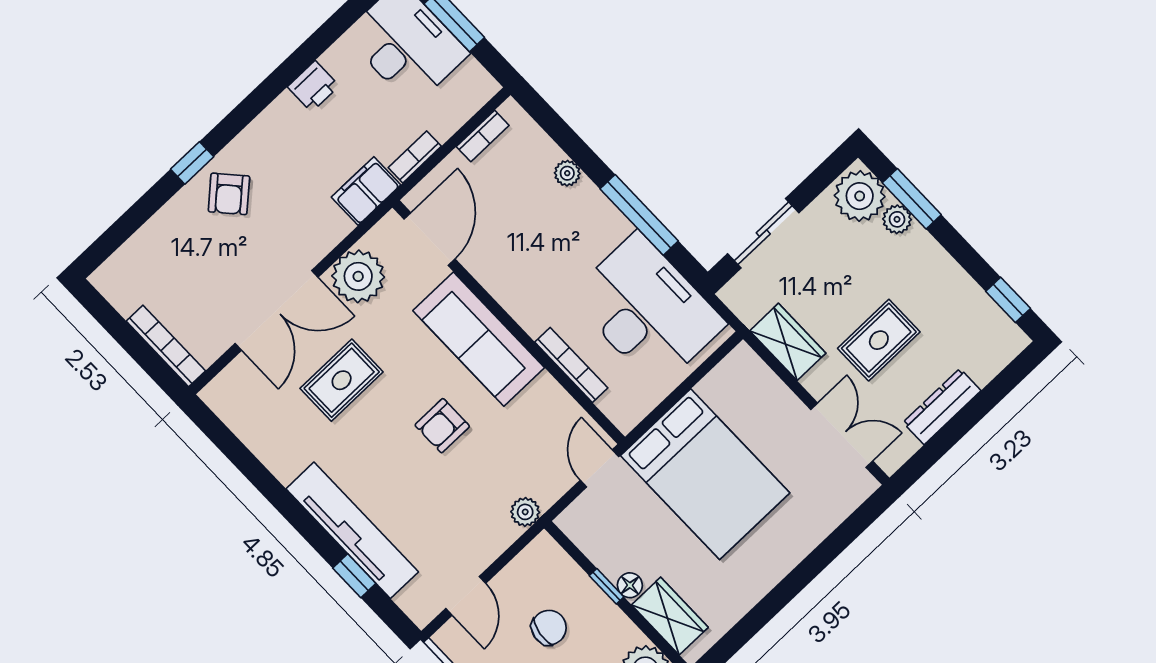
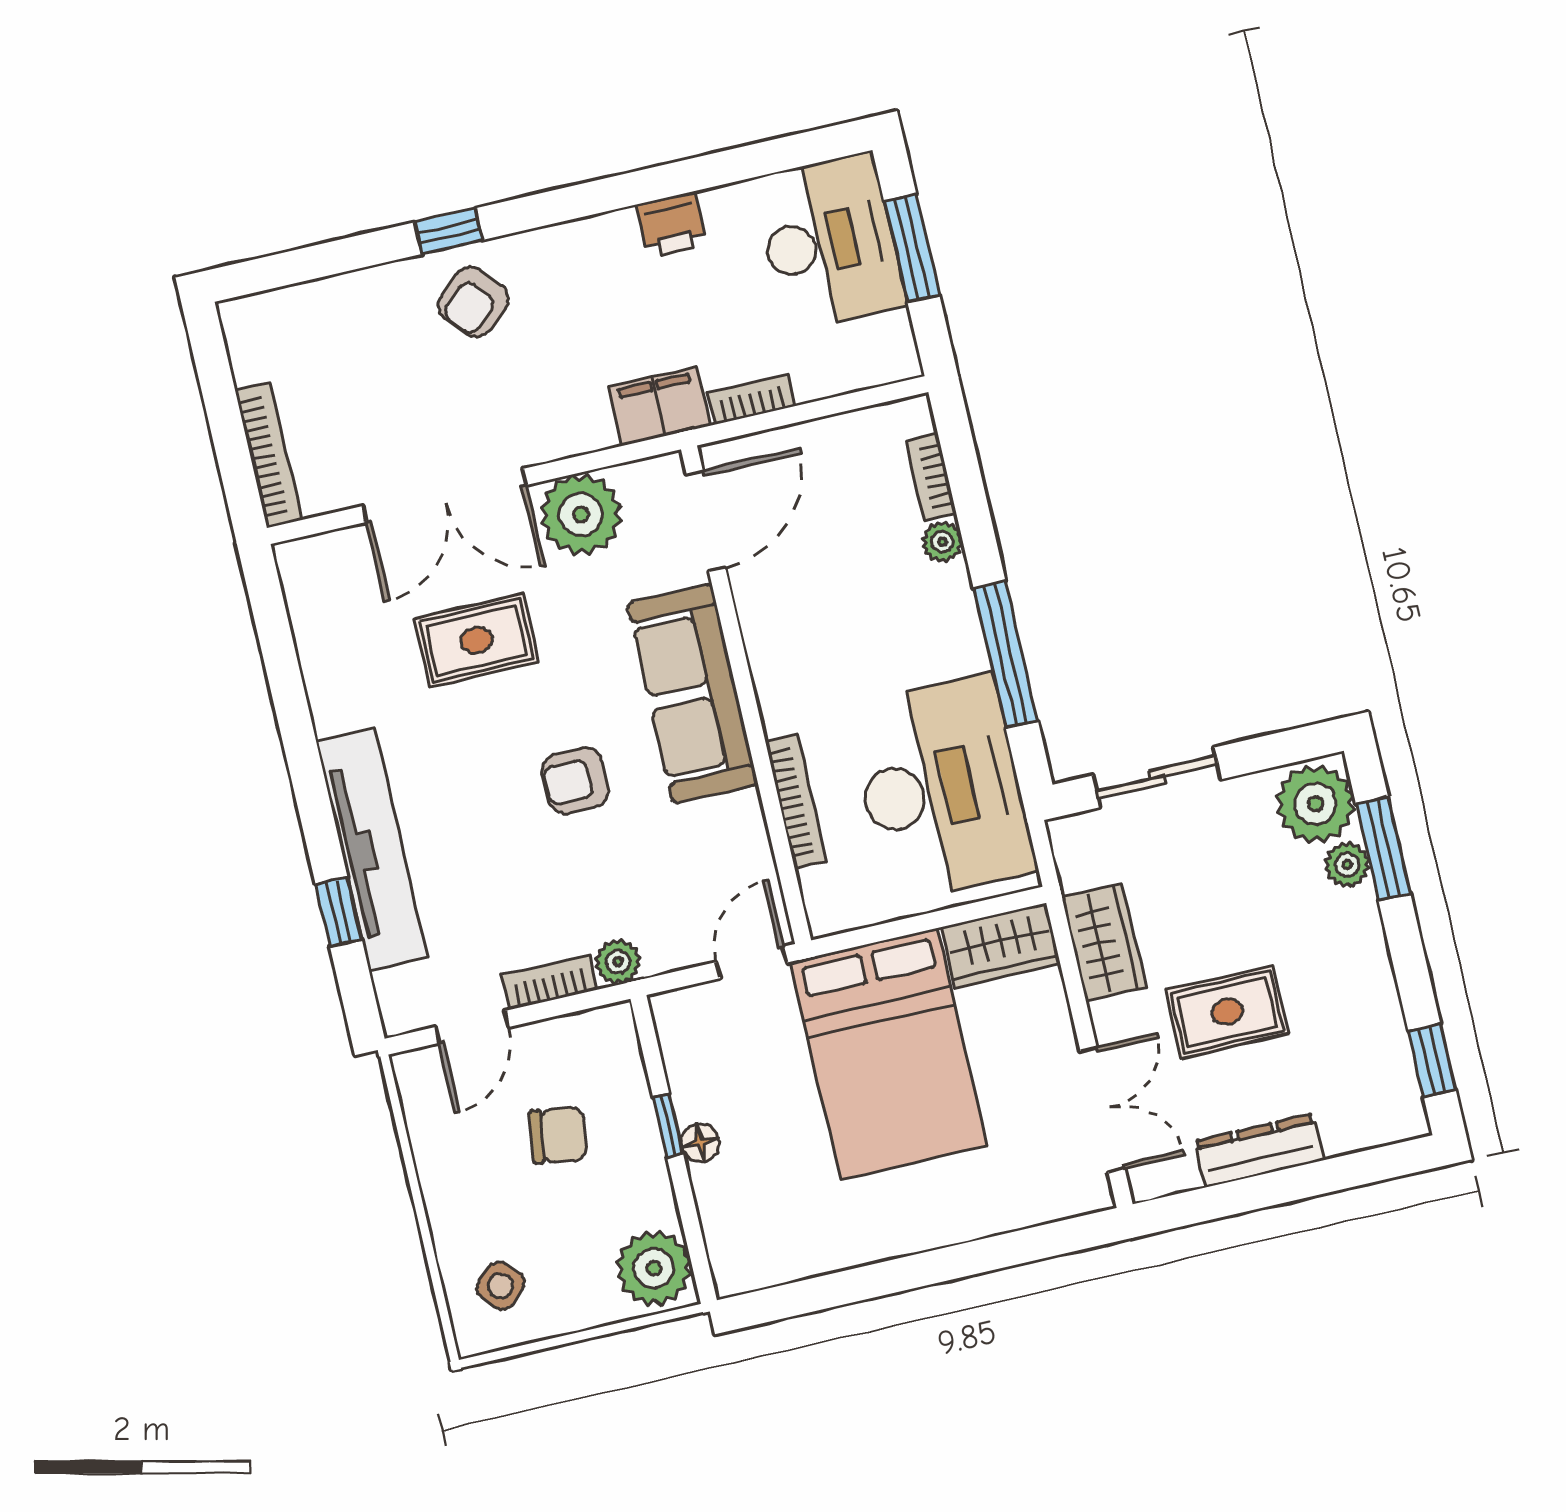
bookcase: (483, 136) -> (931, 477), moved, turned 90
bookcase: (494, 546) -> (549, 982), added
wardrobe: (670, 616) -> (1001, 945), moved, turned 90

